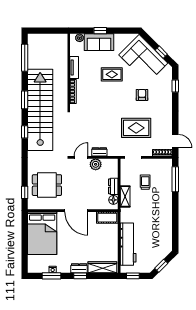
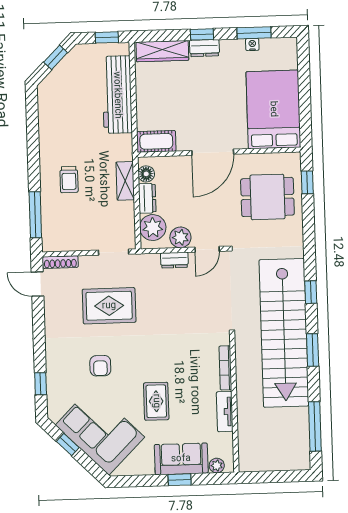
rug: (112, 74) -> (156, 401), turned 90
plant: (111, 170) -> (153, 228), added
trolley: (145, 182) -> (69, 179), moved
door: (76, 211) -> (213, 152), swing flipped

